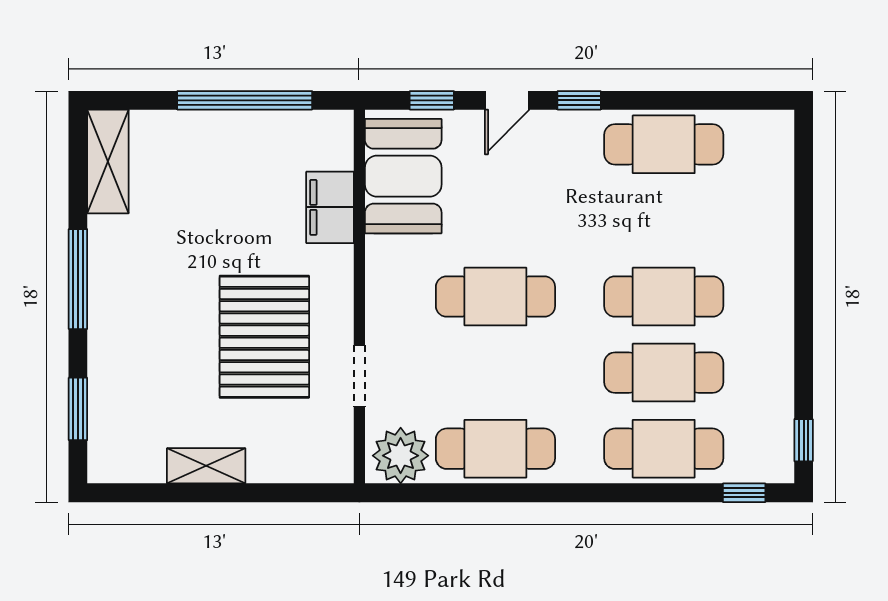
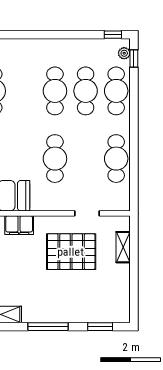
plant: (401, 456) -> (124, 53), moved, width x0.53, depth x0.53
shelving: (206, 466) -> (123, 247), moved

